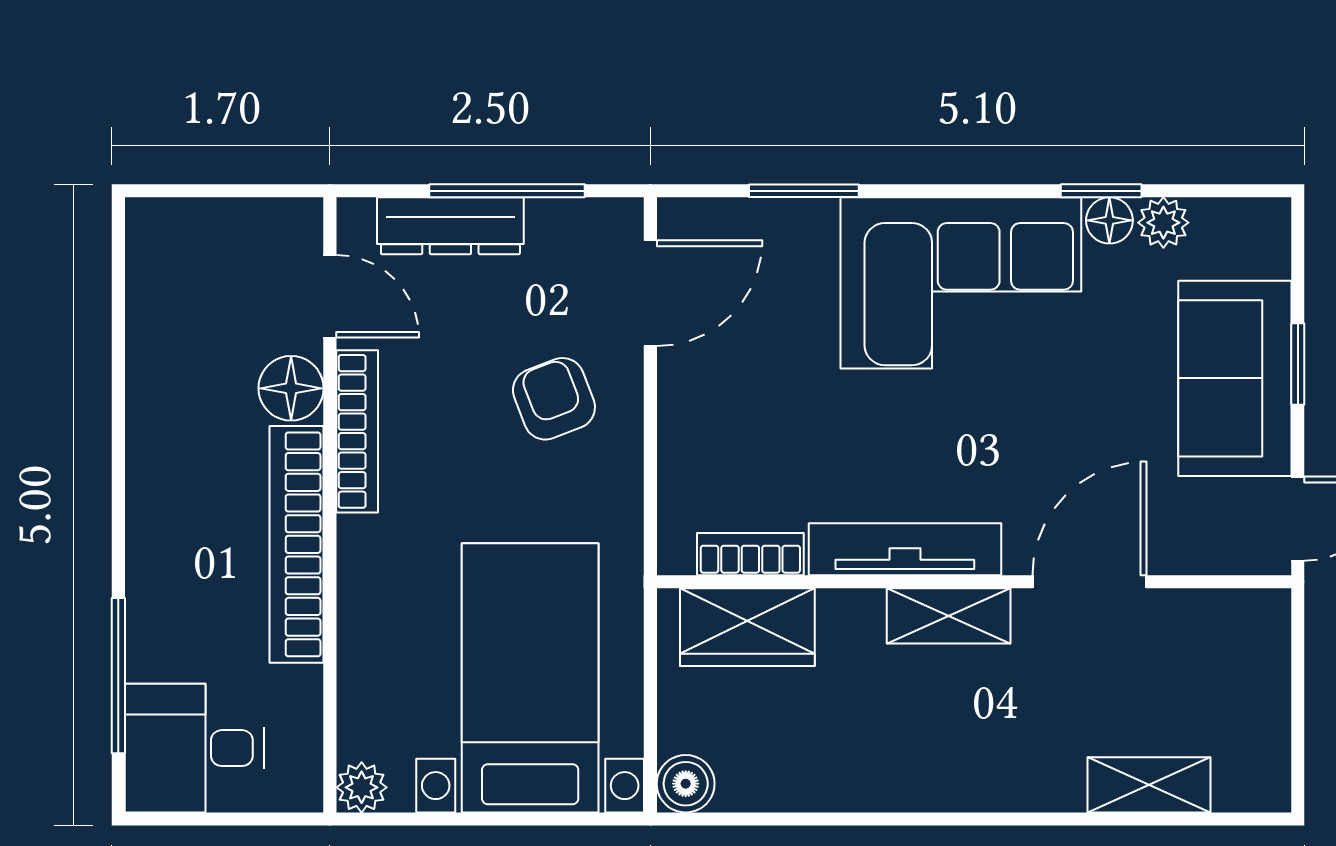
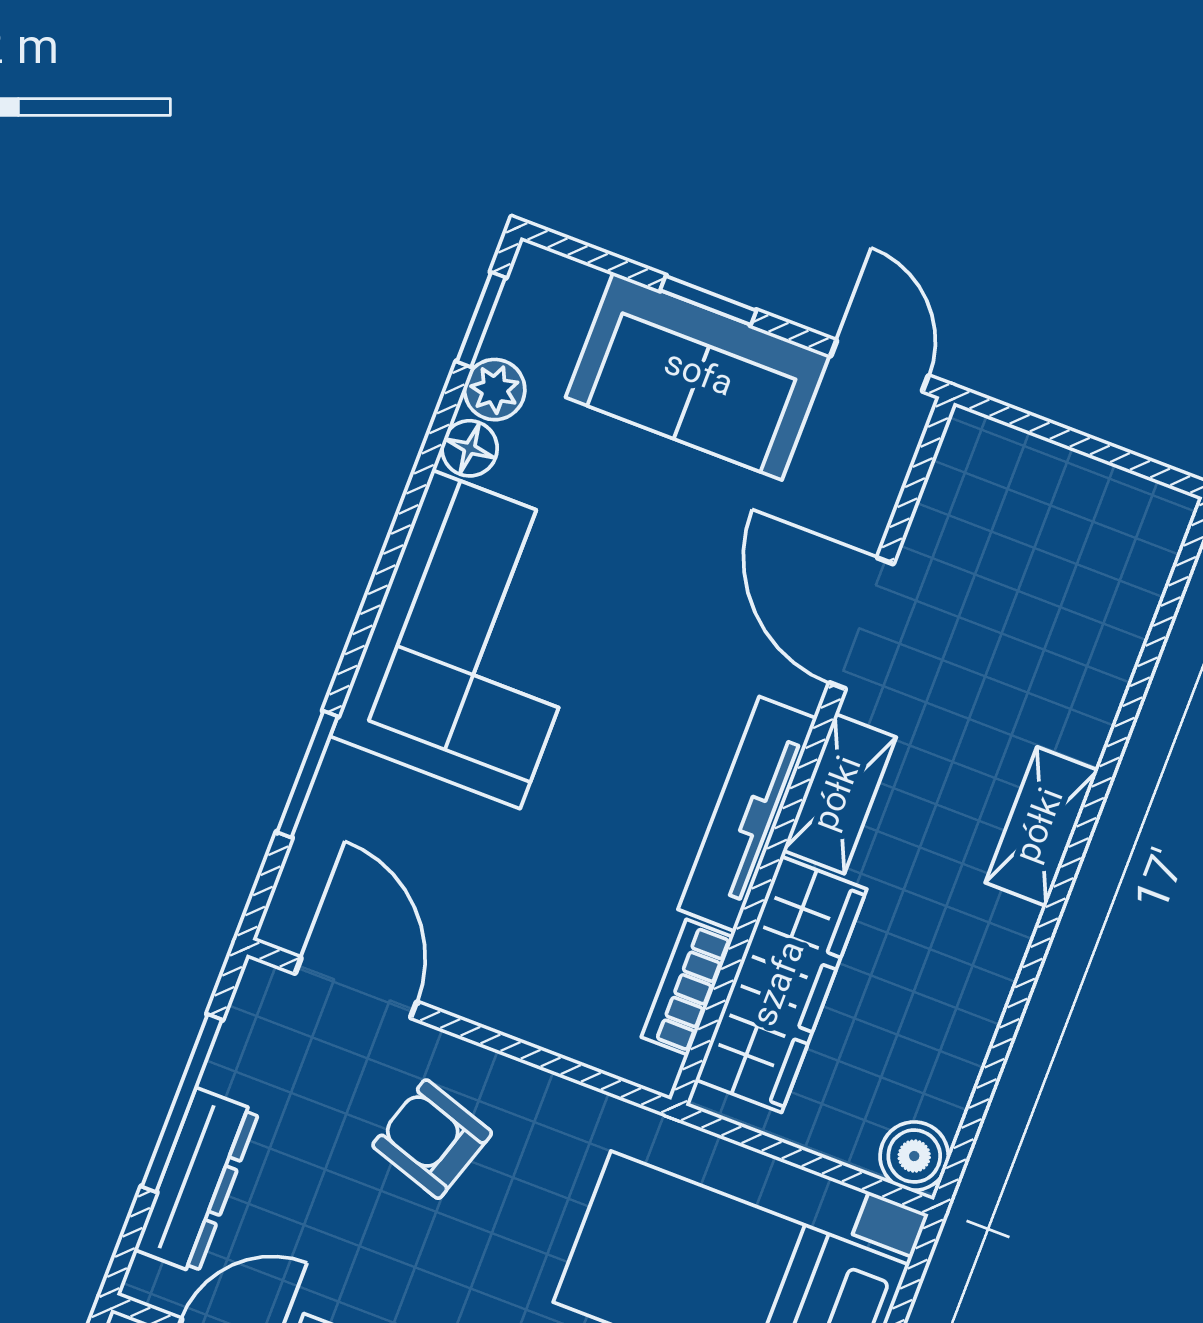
window: (1101, 191) -> (481, 320), moved
armchair: (554, 399) -> (432, 1139), turned 39
wardrobe: (747, 627) -> (781, 984), width x1.50
shelving: (1149, 785) -> (1042, 826), moved

